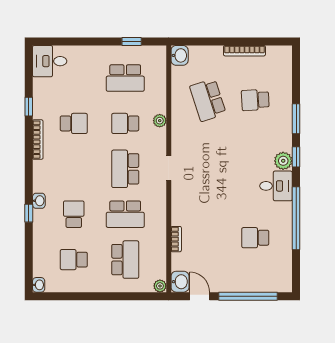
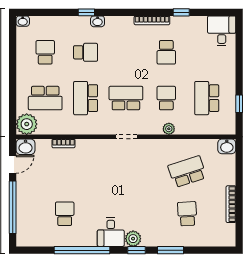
plant: (160, 286) -> (27, 124), width x1.87, depth x1.87

